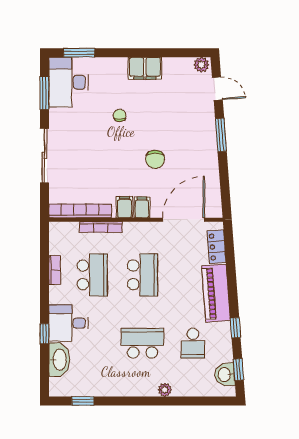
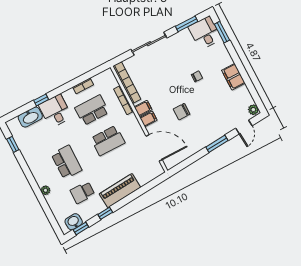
desk: (69, 82) -> (205, 33), width x0.73
locker: (217, 247) -> (148, 176), removed
school desk: (92, 275) -> (92, 110), turned 180

